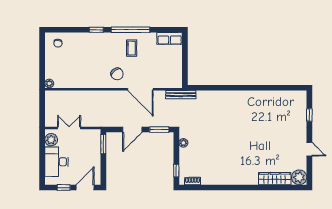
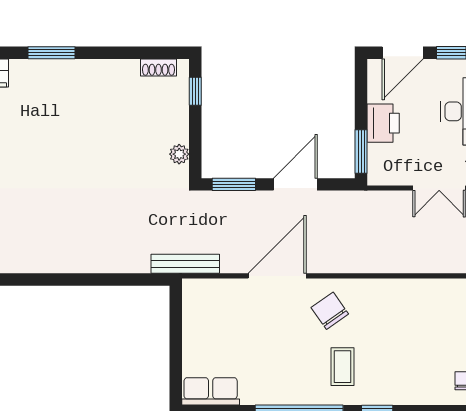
coffee table: (132, 48) -> (342, 367), moved
door: (140, 89) -> (277, 276), hinge flipped
printer: (94, 157) -> (383, 123), added
window: (240, 188) -> (52, 53), added

